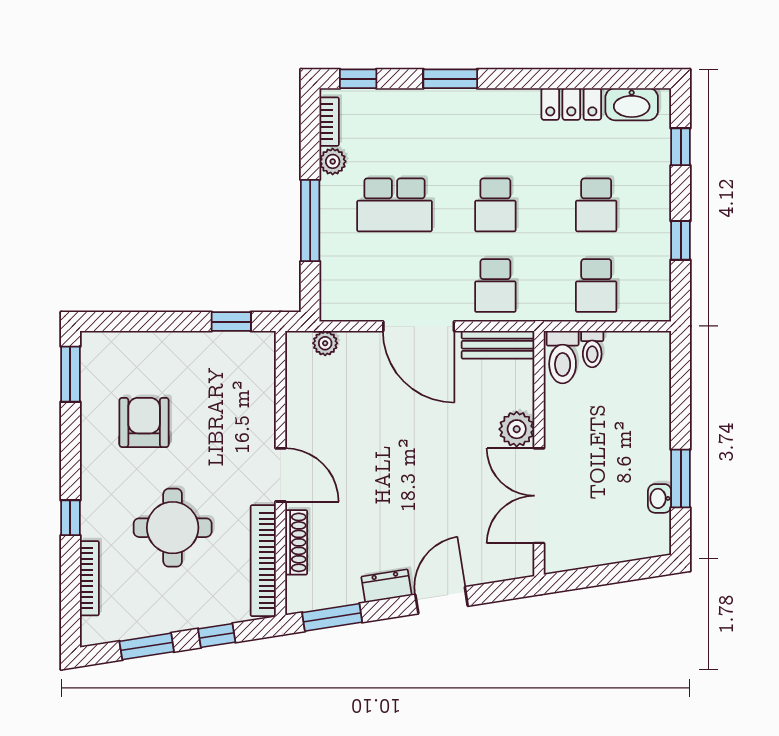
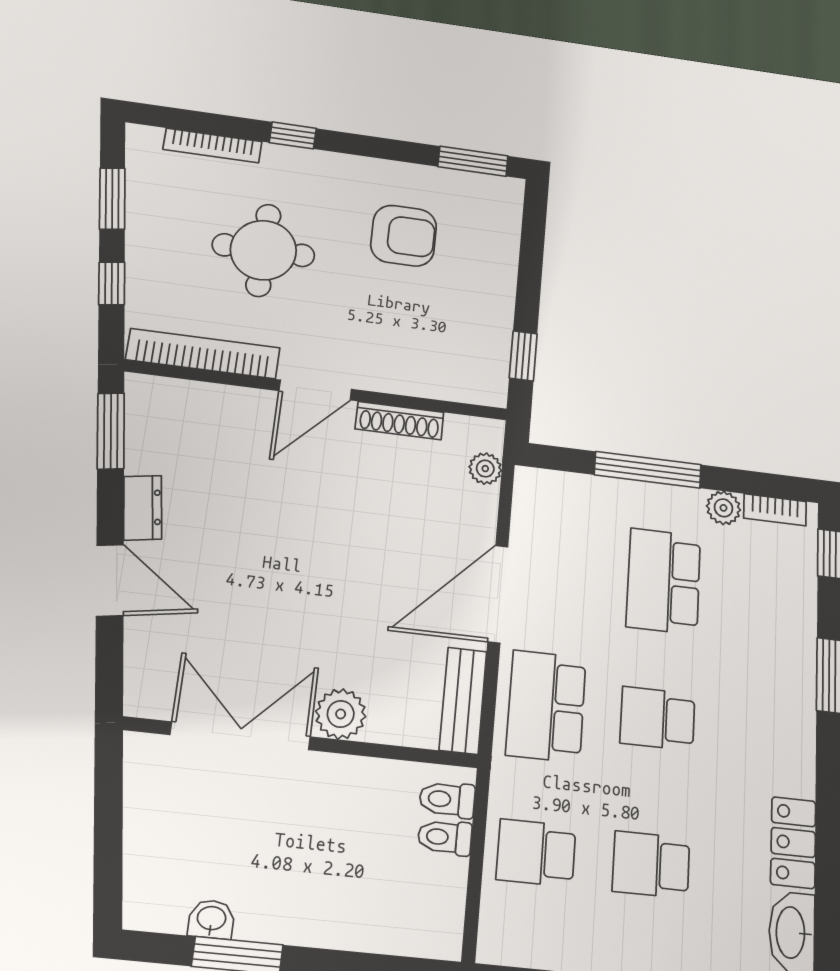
school desk: (495, 285) -> (546, 706), width x1.85
toilet: (563, 357) -> (447, 799), width x0.73, depth x0.72
shoe rack: (296, 542) -> (400, 421), moved

